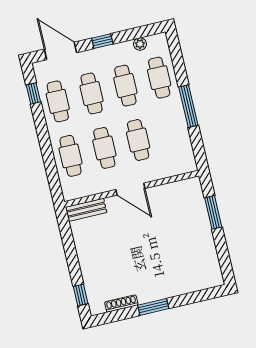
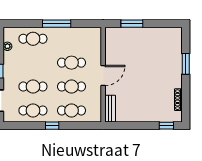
cafe table: (125, 86) -> (33, 63), removed
window: (33, 93) -> (52, 126), moved
window: (153, 307) -> (186, 64), moved

